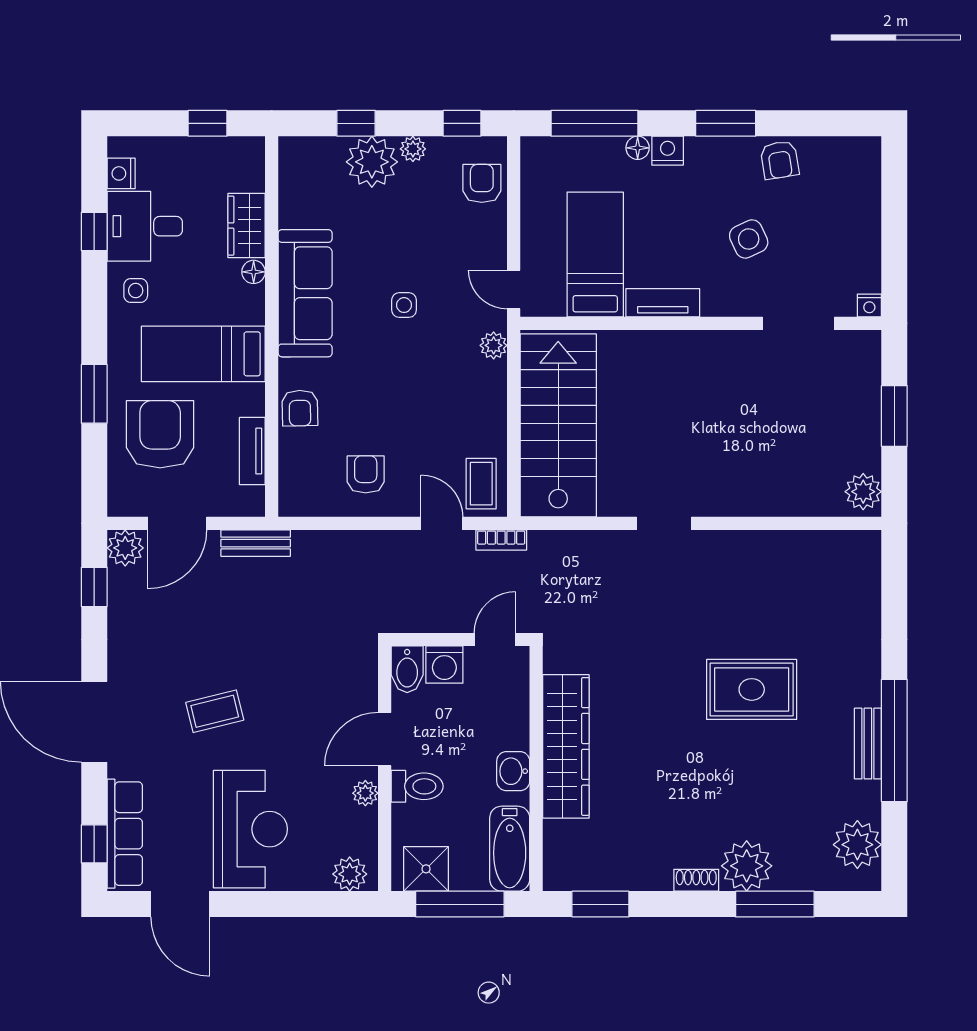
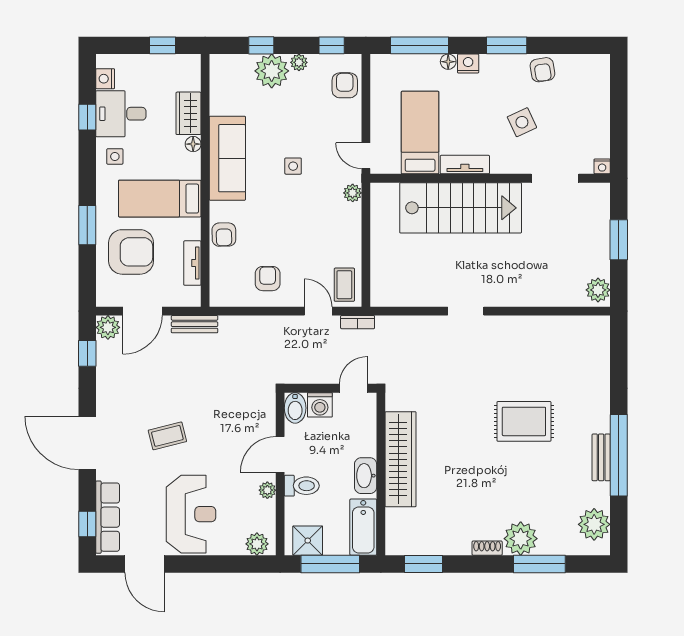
stairs: (558, 425) -> (461, 208), moved, turned 90
armchair: (160, 434) -> (131, 252), turned 90
washbasin: (513, 771) -> (366, 476), width x1.38

